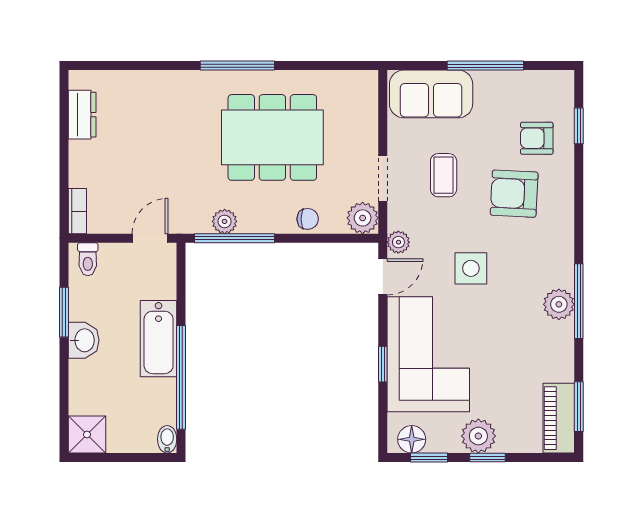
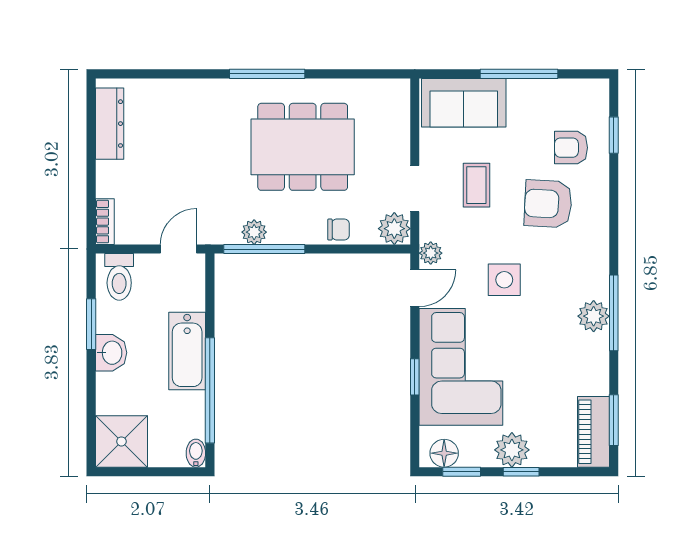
dresser: (82, 115) -> (110, 124), width x1.44
toilet: (88, 259) -> (119, 277), width x1.37, depth x1.39
shower: (87, 434) -> (121, 441), width x1.36, depth x1.36

